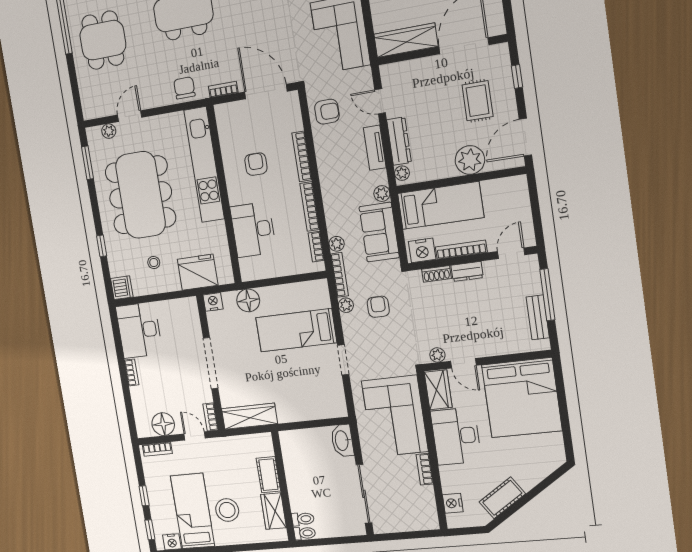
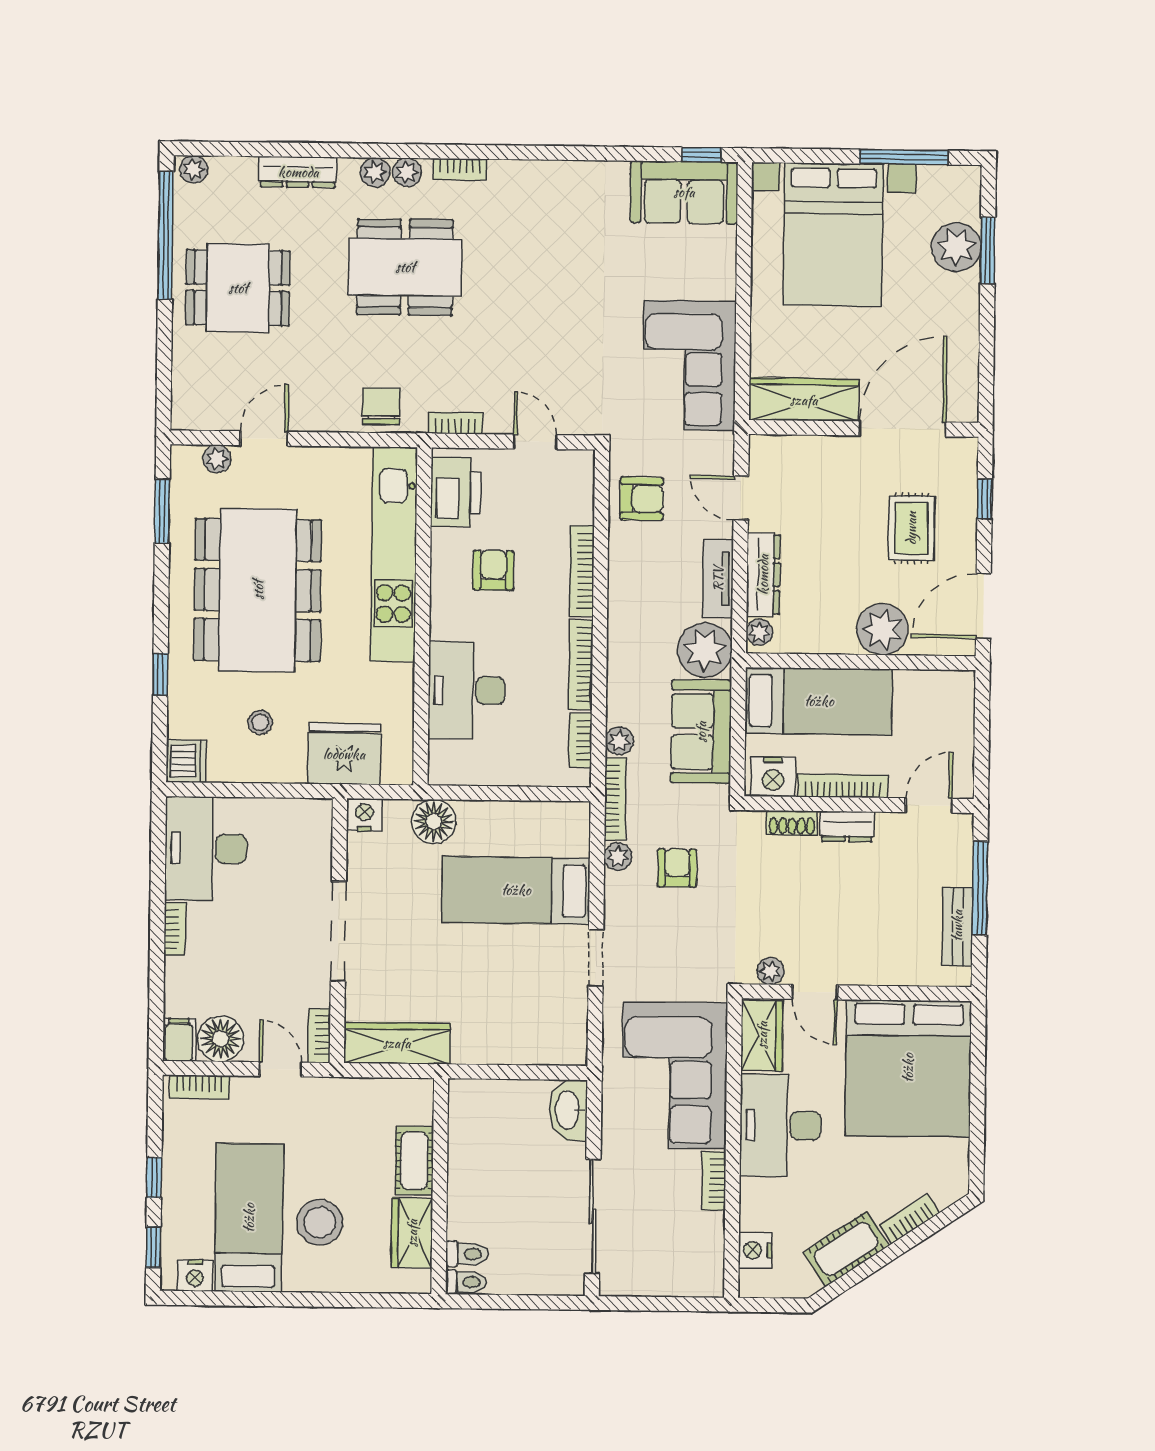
dining table: (103, 40) -> (238, 288), turned 90
door: (266, 92) -> (535, 442), width x0.53
printer: (230, 126) -> (456, 492), added
plant: (382, 194) -> (705, 650), width x1.88, depth x1.88
filing cabinet: (143, 427) -> (179, 1040), added
bookcase: (535, 479) -> (909, 1219), added

